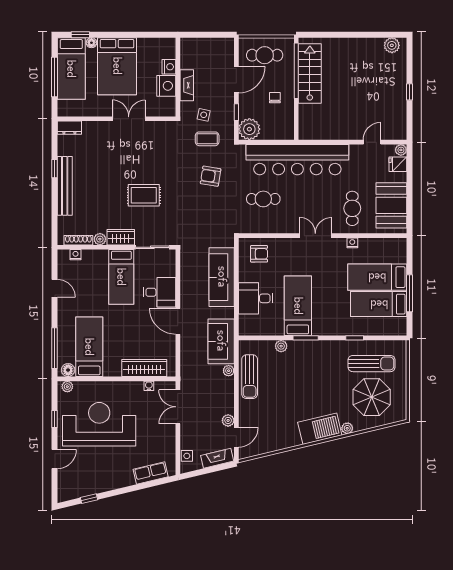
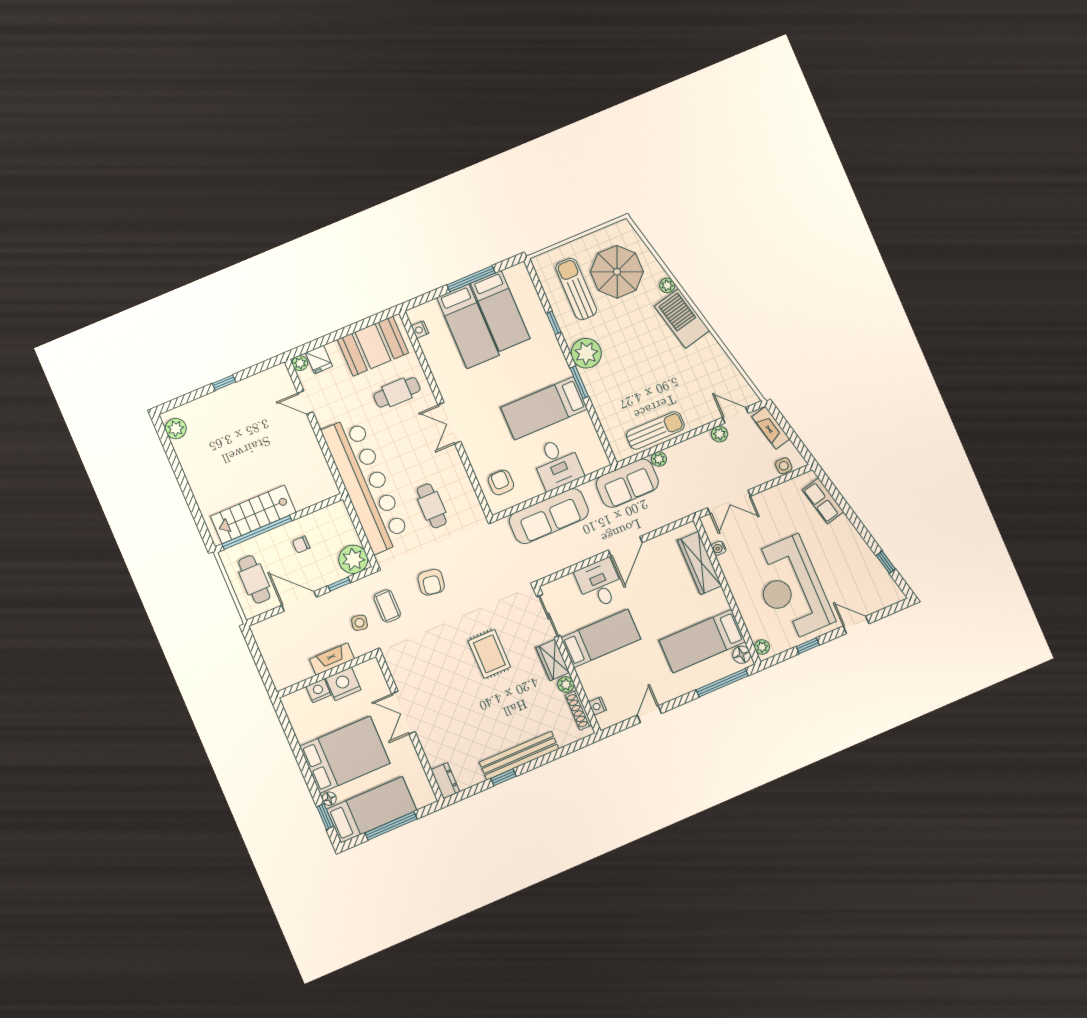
nightstand: (352, 243) -> (420, 330), moved
plant: (281, 346) -> (586, 353), moved, width x1.87, depth x1.87

